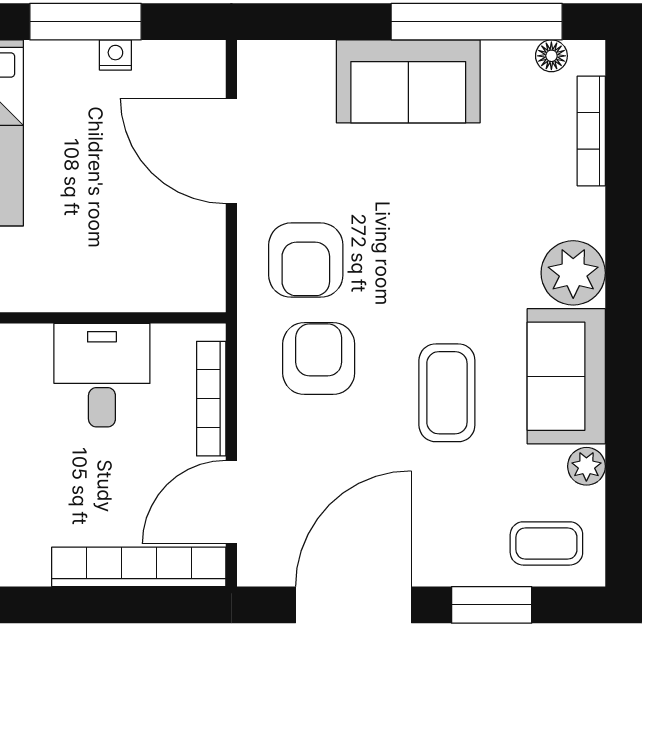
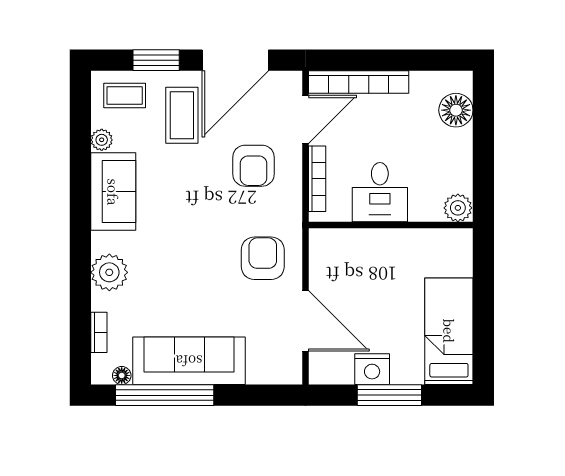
nightstand: (115, 55) -> (372, 369), width x1.89, depth x1.79
sofa: (408, 81) -> (189, 361), width x1.36
bookcase: (591, 131) -> (99, 332), width x0.64
plant: (573, 273) -> (109, 272), moved
armchair: (319, 359) -> (254, 166), moved
coffee table: (447, 393) -> (182, 115), moved

